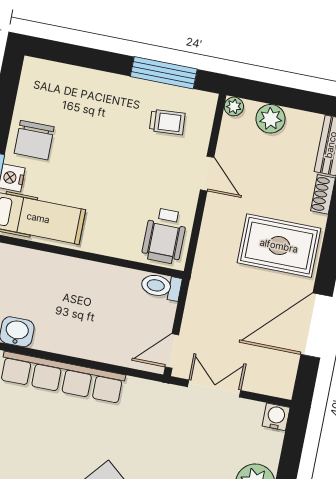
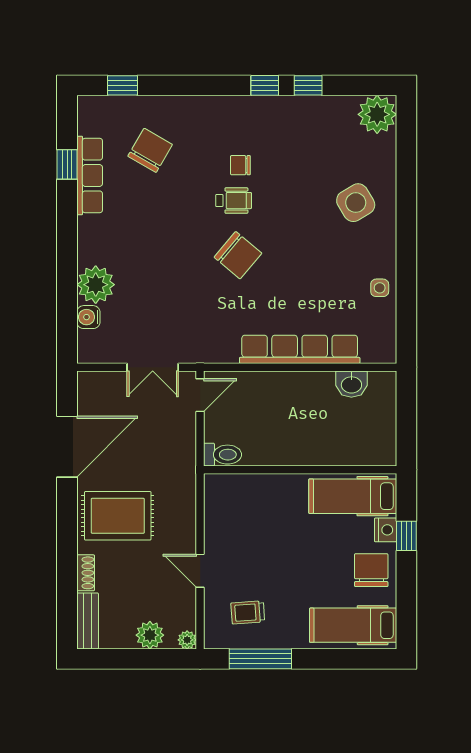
hospital bed: (63, 88) -> (353, 625), added
wheelchair: (164, 236) -> (229, 503), removed
water cooler: (276, 417) -> (88, 317), moved, turned 90

